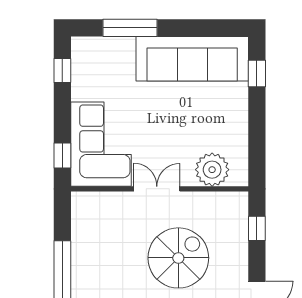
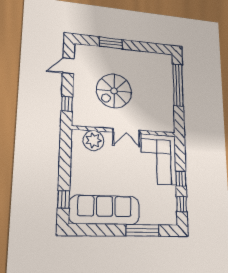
window: (62, 156) -> (181, 179), moved

